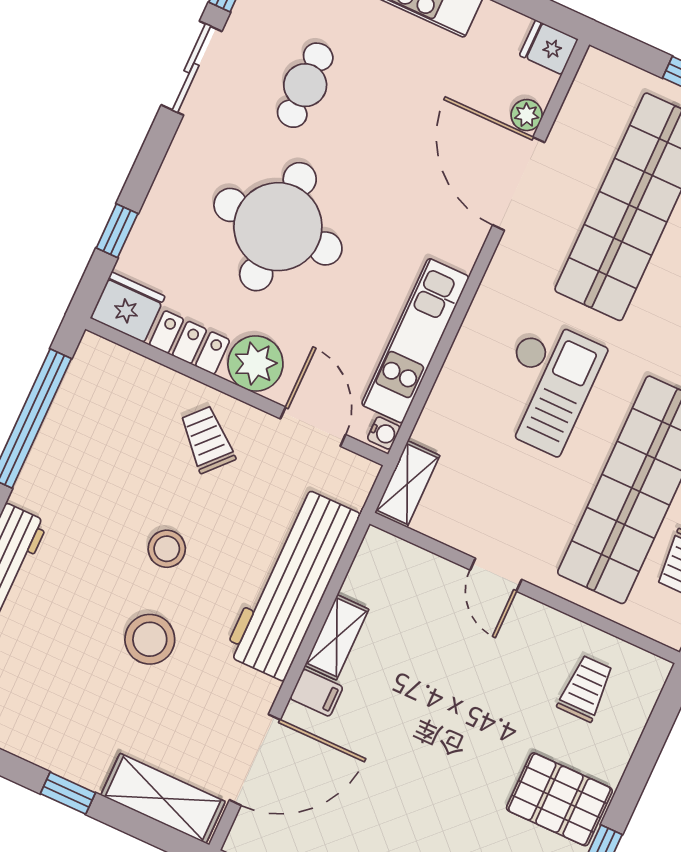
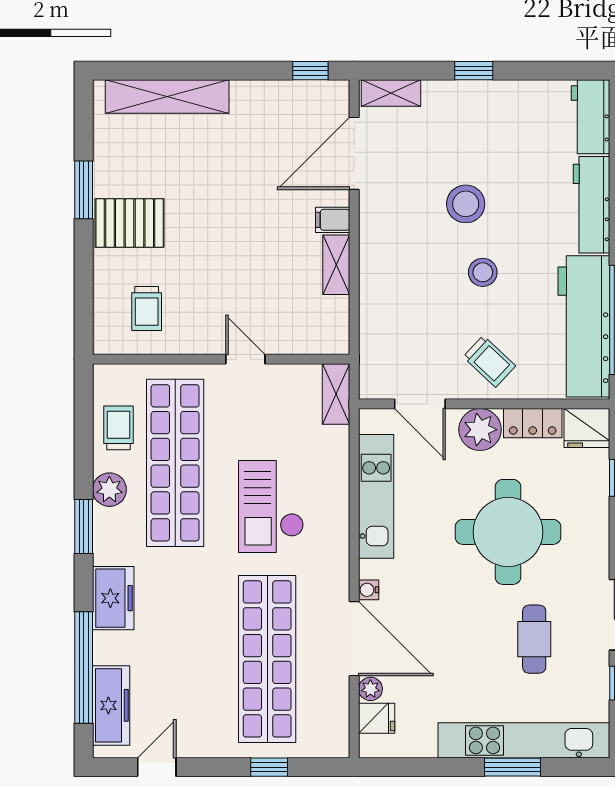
fridge: (549, 47) -> (377, 718), moved
water cooler: (384, 433) -> (369, 590), moved
workbench: (292, 584) -> (584, 326), moved, turned 180
shelving: (163, 798) -> (391, 93), width x0.67, depth x0.75

